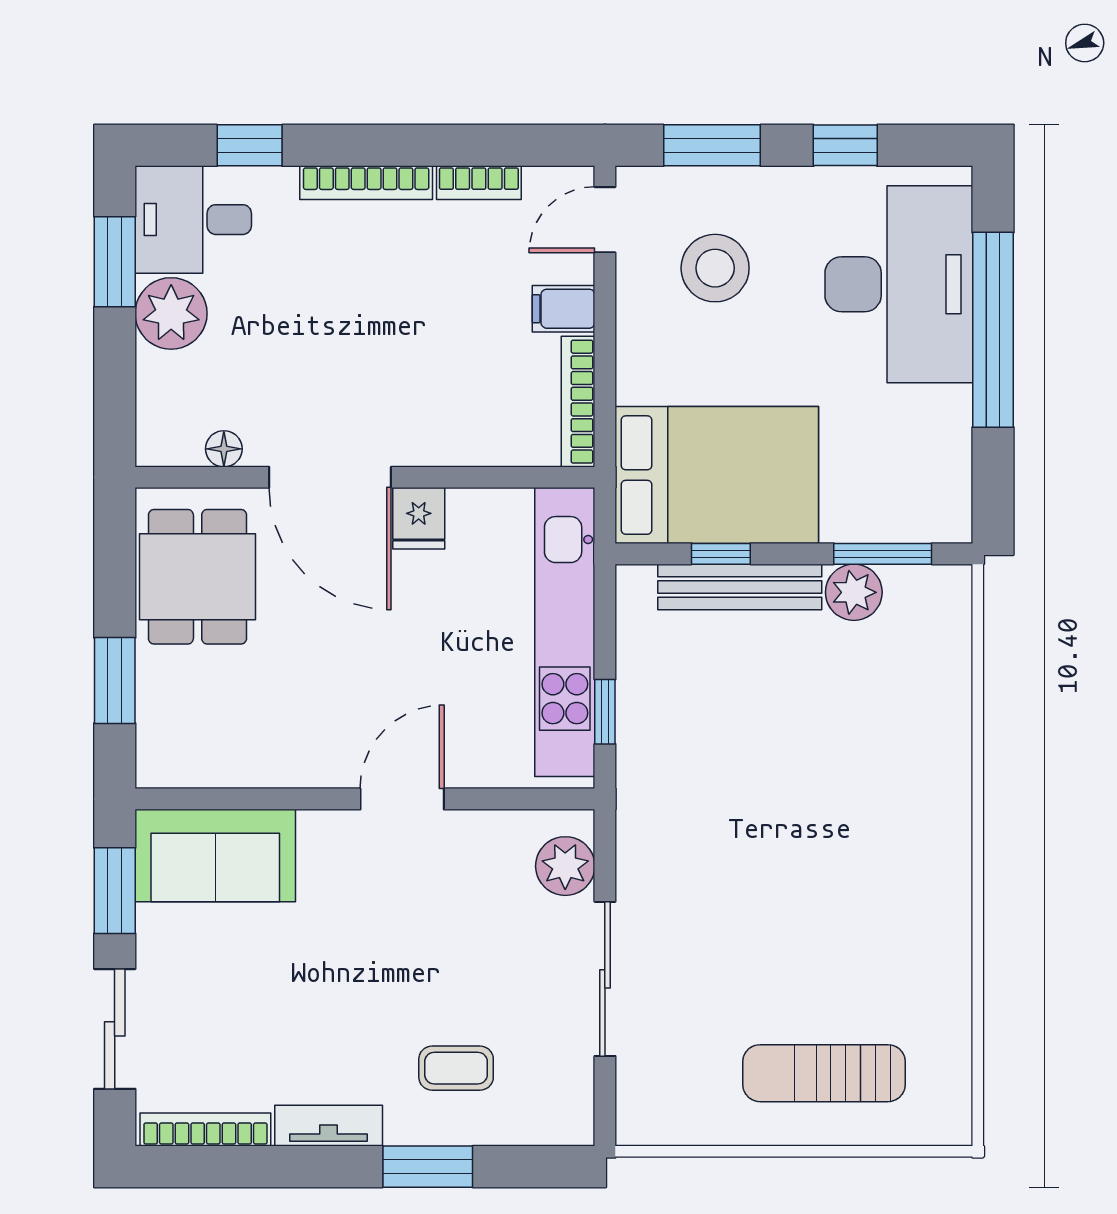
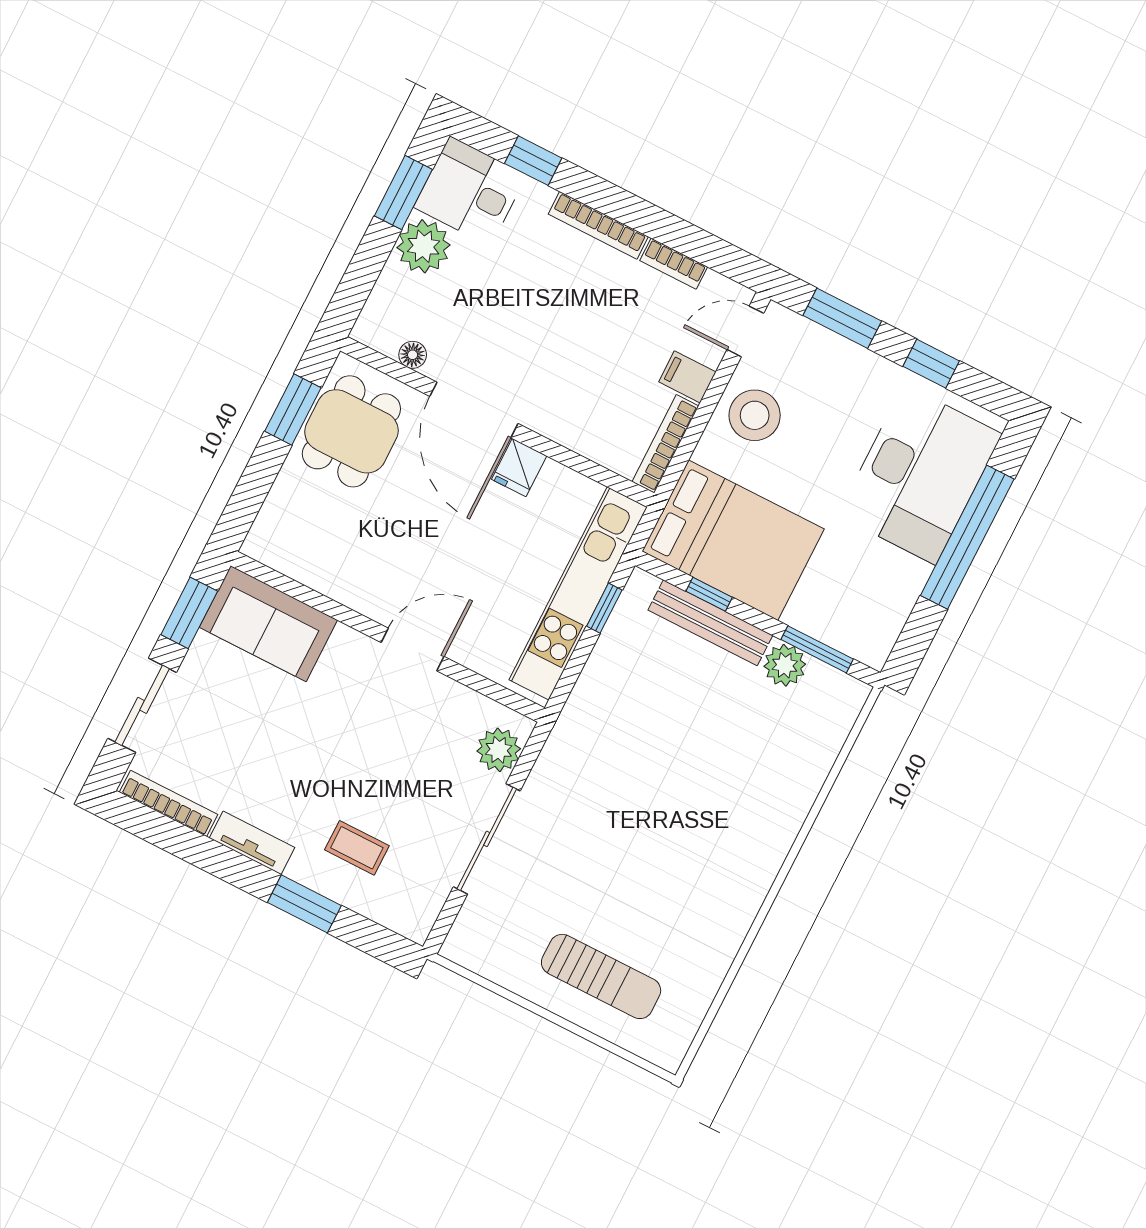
stool: (715, 268) -> (755, 415), moved
window: (115, 681) -> (293, 409), moved
window: (605, 712) -> (604, 608), moved
sun lounger: (824, 1073) -> (601, 976), turned 180

